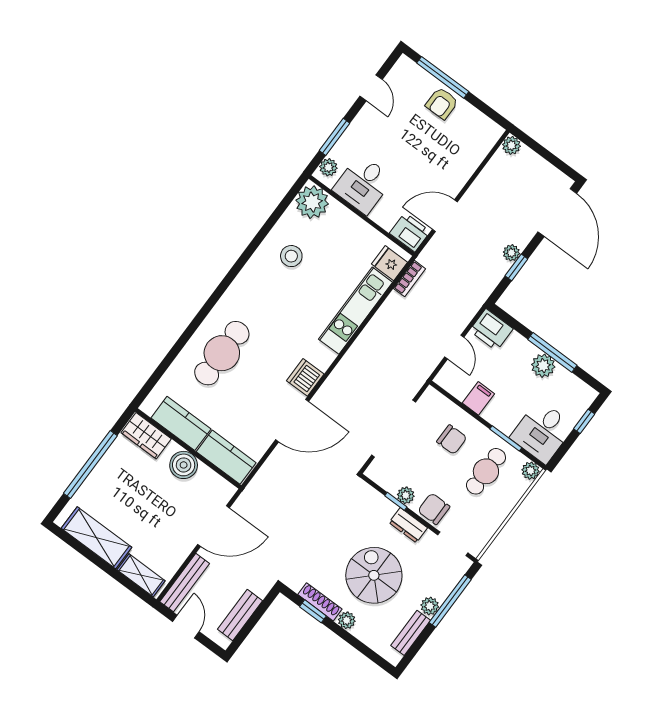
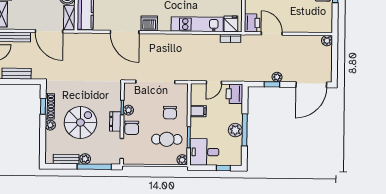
shelving: (216, 484) -> (69, 18), added
chair: (434, 509) -> (132, 128), turned 180

